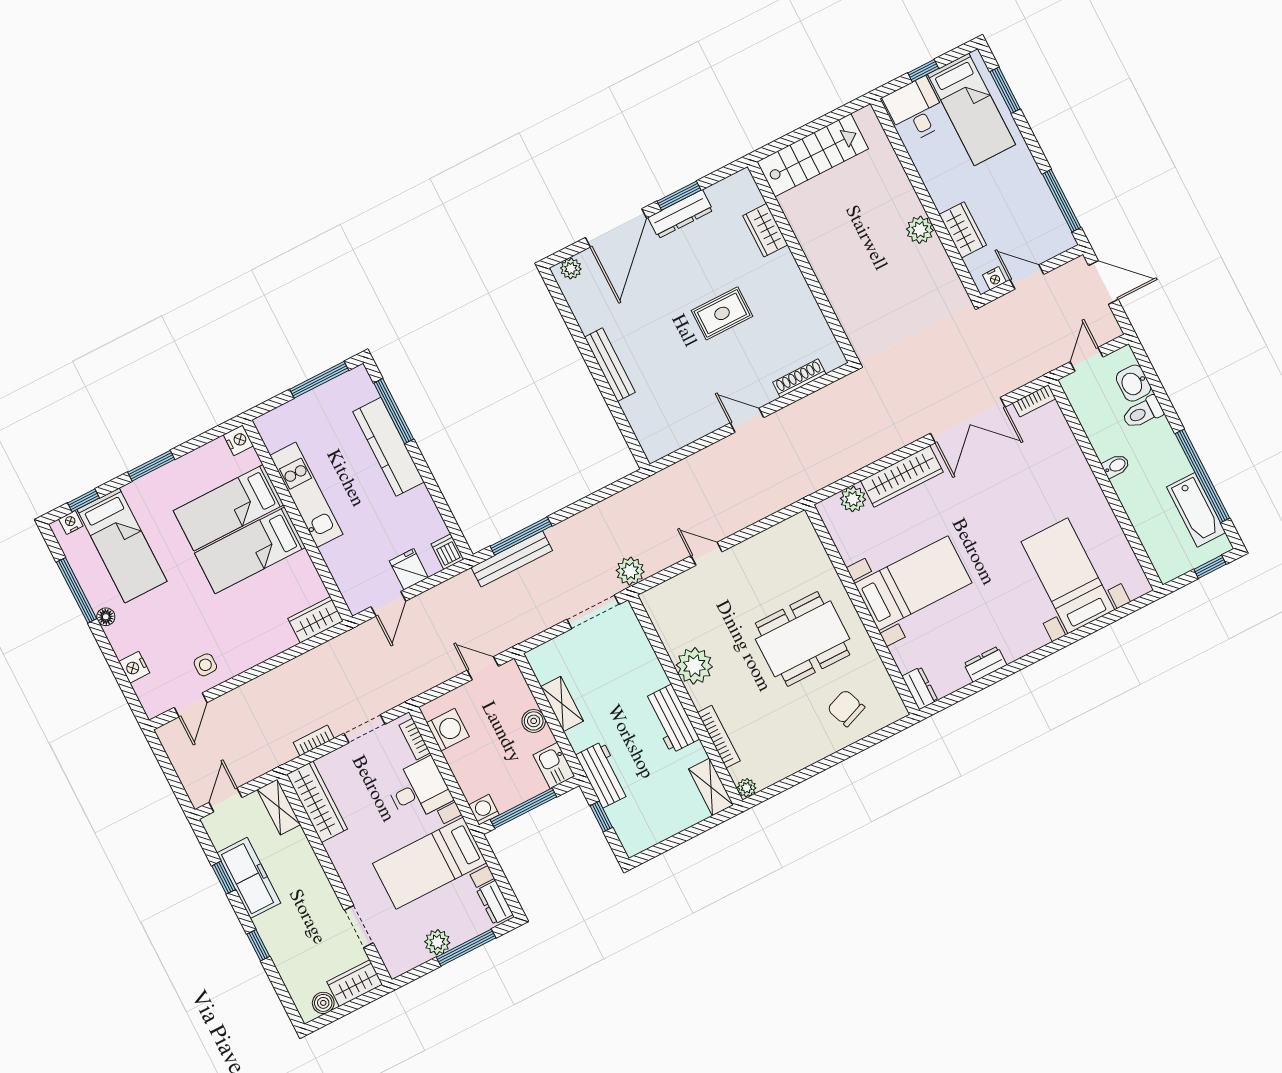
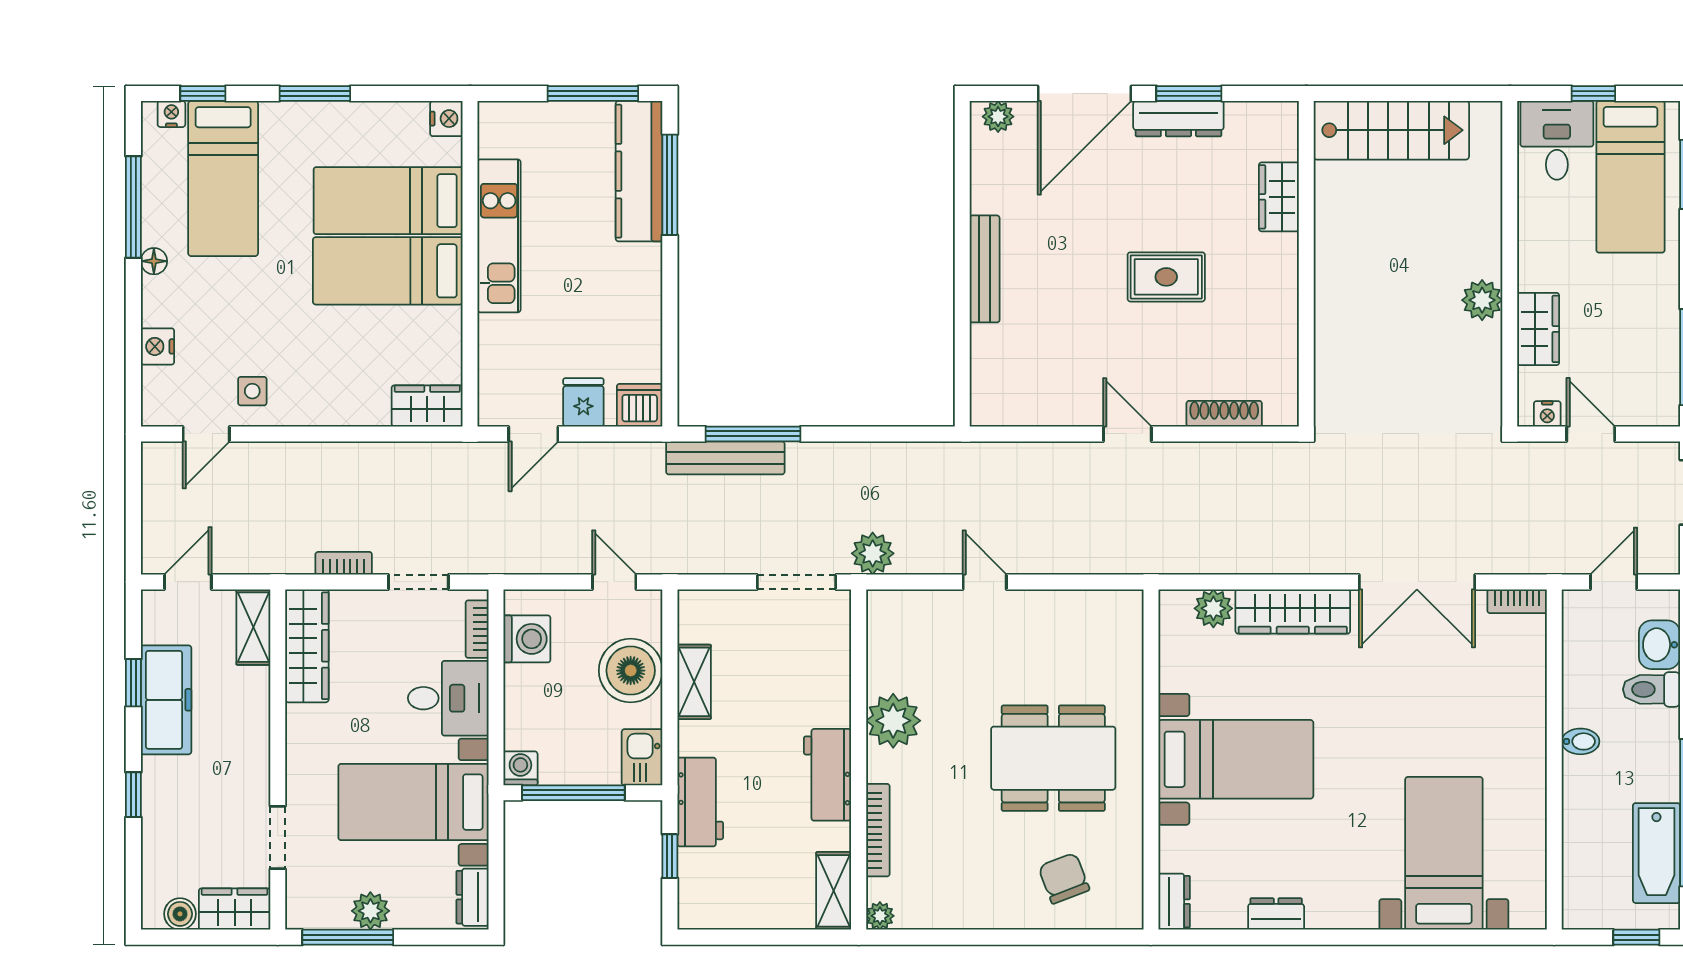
kitchen counter: (389, 447) -> (639, 171), moved
dishwasher: (447, 552) -> (640, 405), width x1.38
boiler: (534, 721) -> (631, 671), width x1.86, depth x1.86
window: (466, 948) -> (348, 937), moved

